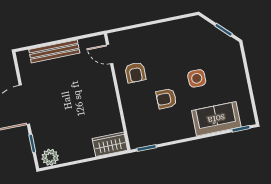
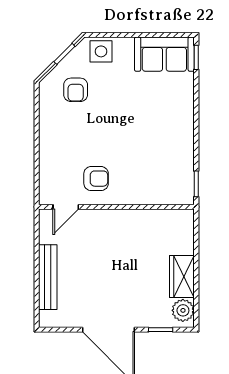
side table: (197, 78) -> (101, 51), moved
armchair: (166, 99) -> (76, 90), moved
sofa: (216, 119) -> (164, 54), moved, turned -90
wardrobe: (110, 144) -> (182, 276), moved

